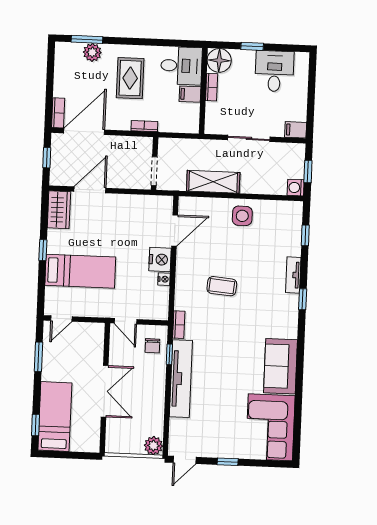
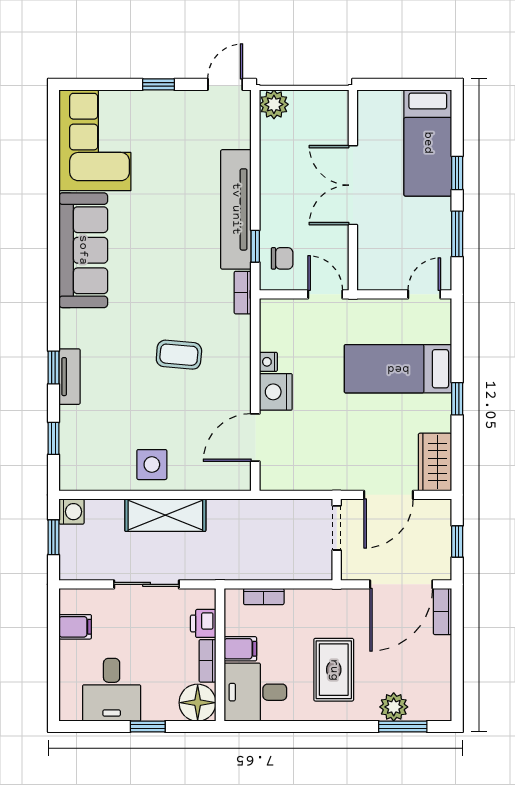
printer: (213, 112) -> (203, 623), added
bookcase: (144, 126) -> (264, 596), moved
filing cabinet: (296, 130) -> (75, 627), moved
wall: (155, 163) -> (337, 540), moved
doorway: (154, 171) -> (337, 528), moved
shelving: (213, 182) -> (165, 515), moved
window: (303, 299) -> (53, 367), moved
chair: (152, 346) -> (282, 258), turned 90
sofa: (280, 366) -> (83, 250), width x1.36
window: (36, 425) -> (457, 173), moved

